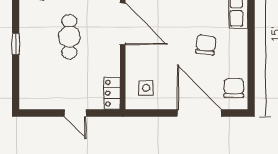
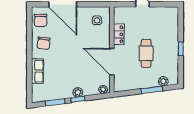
chair: (206, 45) -> (43, 43), moved
locker: (112, 93) -> (119, 34), moved

